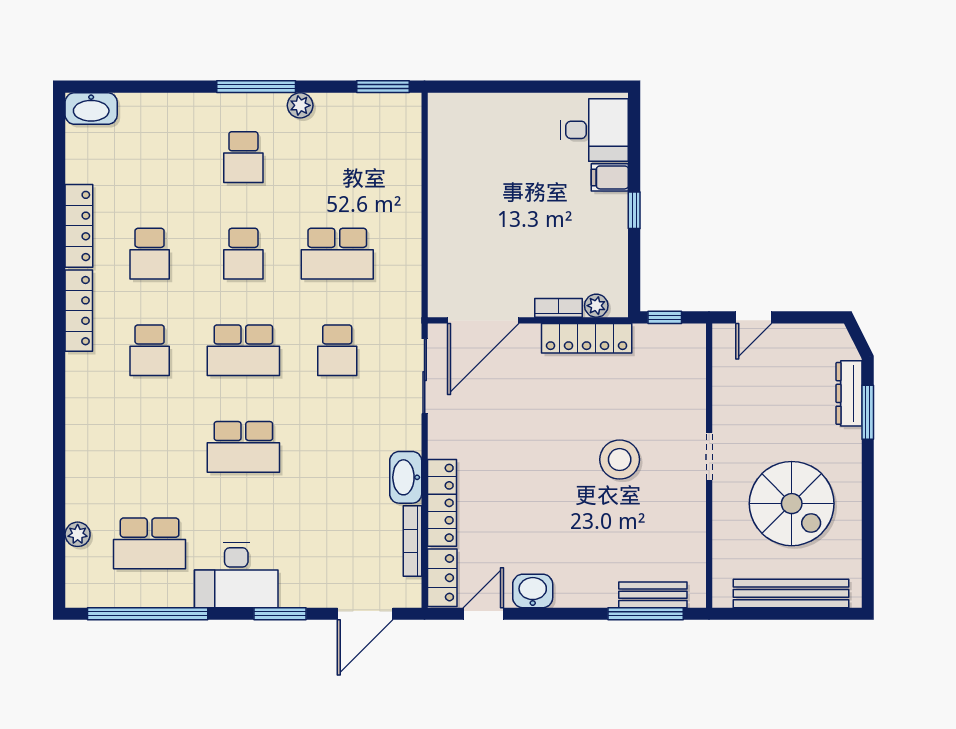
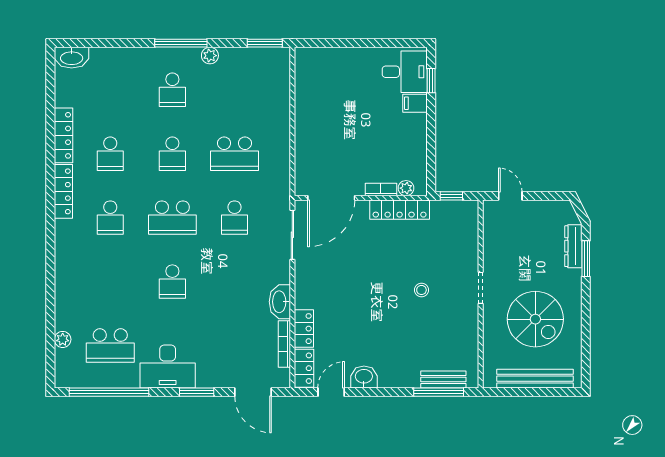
window: (634, 210) -> (431, 81), moved
door: (754, 317) -> (510, 196), swing flipped
school desk: (243, 447) -> (172, 282), width x0.54
stool: (620, 460) -> (421, 290), width x0.53, depth x0.53
locker: (442, 503) -> (304, 329), width x0.66
door: (365, 614) -> (253, 392), hinge flipped

